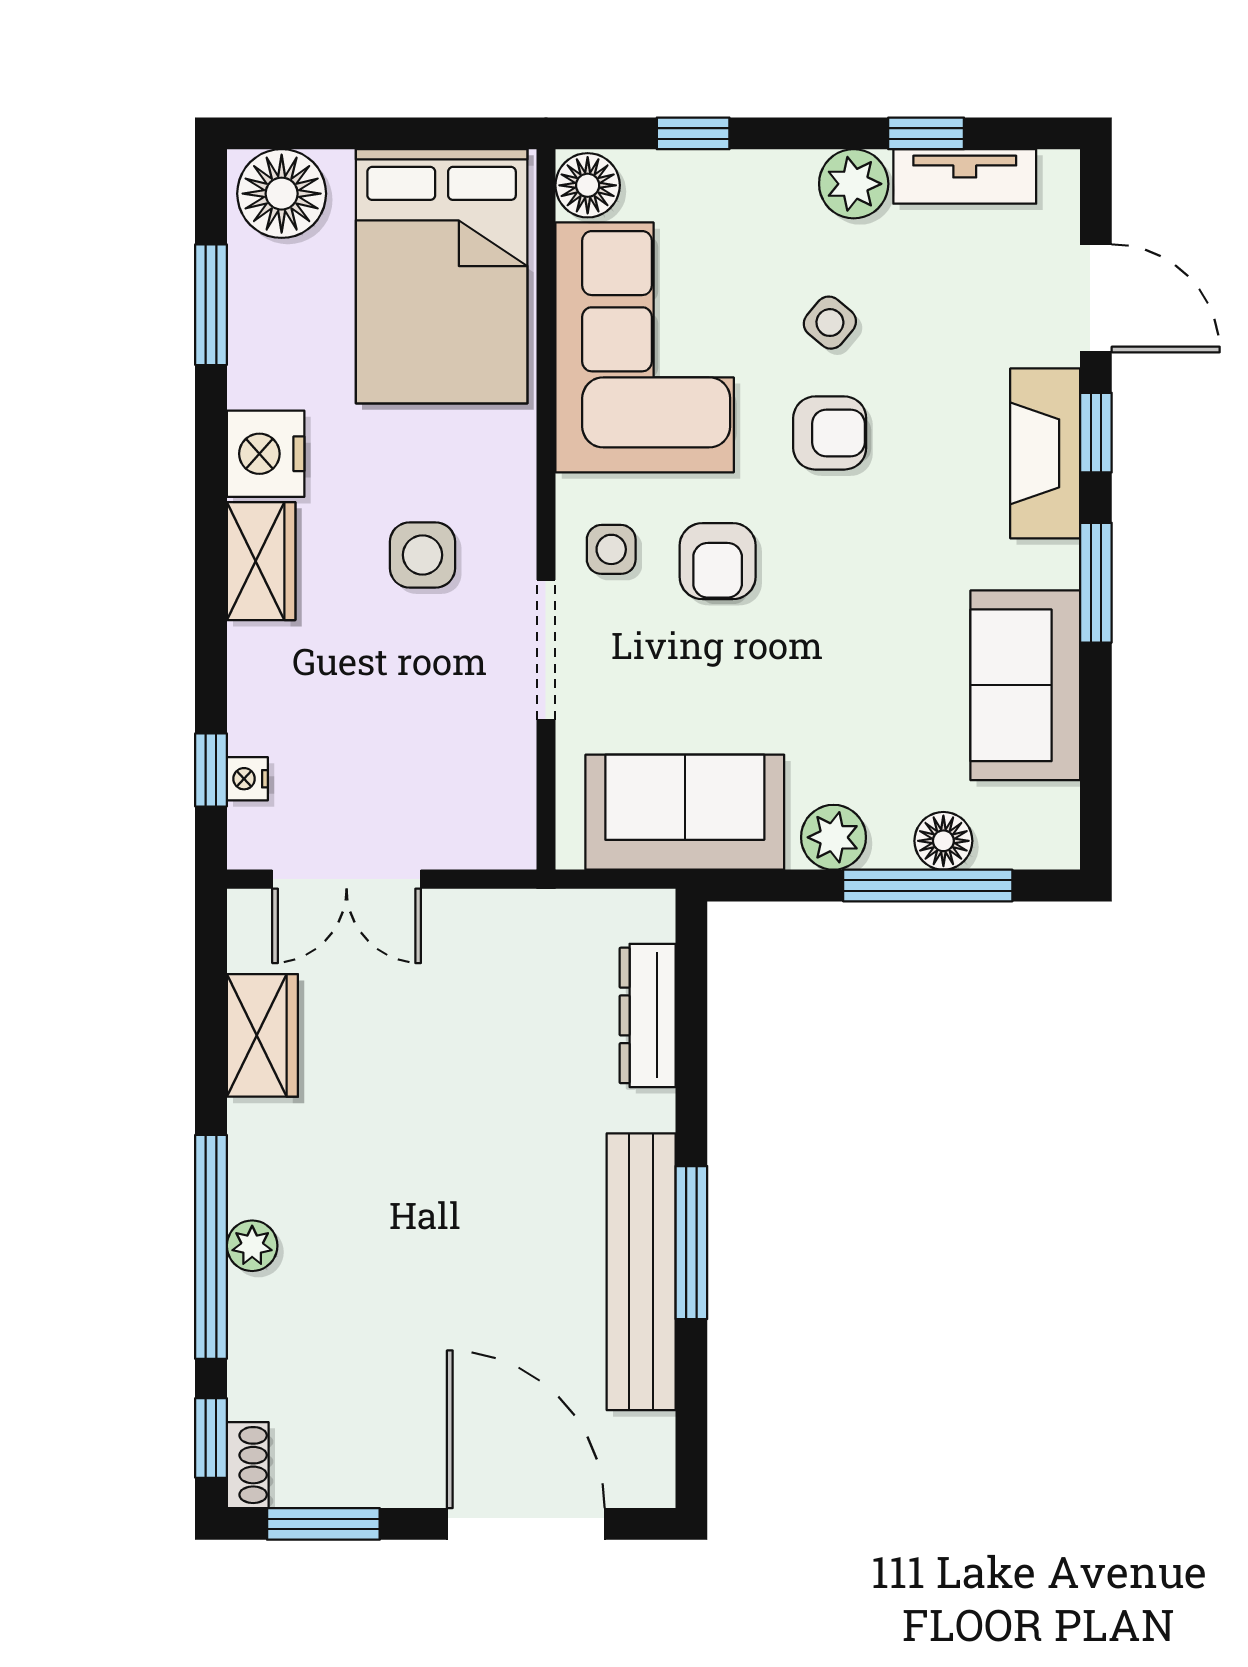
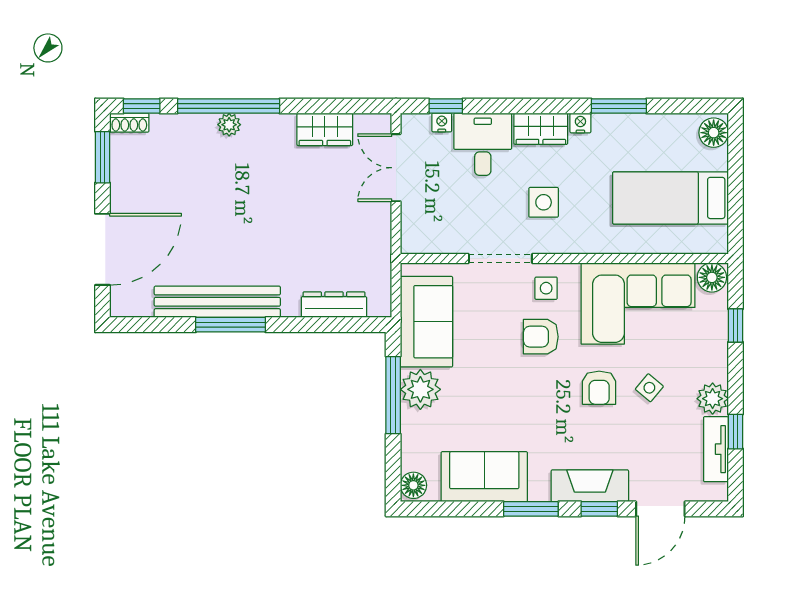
floor lamp: (282, 194) -> (714, 133), width x0.73, depth x0.73
bed: (442, 276) -> (670, 198), width x0.67
window: (211, 305) -> (619, 106), moved
nightstand: (266, 454) -> (580, 123), width x0.53, depth x0.56
desk: (295, 689) -> (483, 144), added
plant: (833, 837) -> (420, 389), width x1.36, depth x1.36
floor lamp: (943, 841) -> (413, 485), moved
window: (928, 885) -> (393, 395), moved

